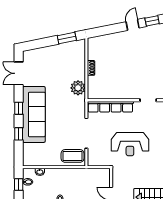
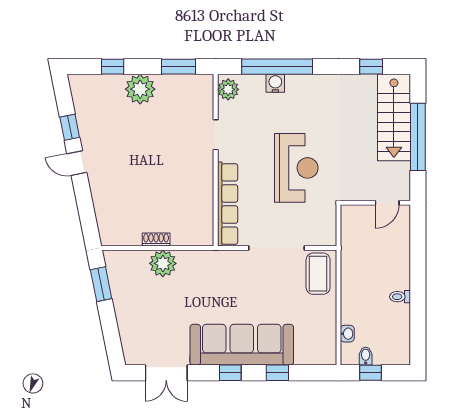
plant: (78, 88) -> (163, 263), moved

